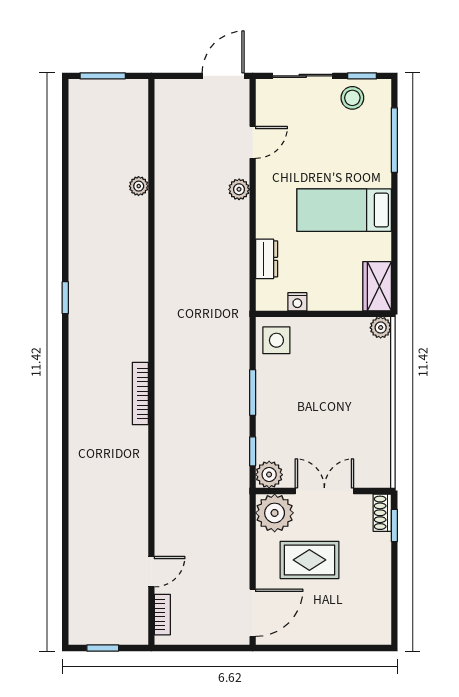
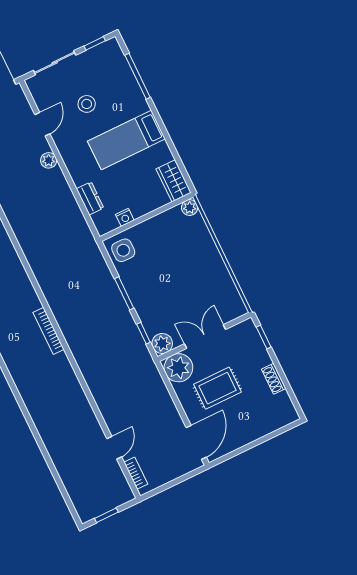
stool: (352, 98) -> (87, 104), moved
shoe rack: (382, 513) -> (274, 379), moved

